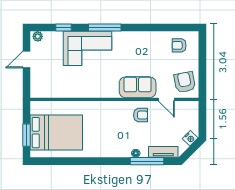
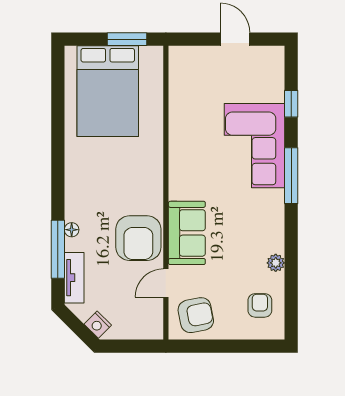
plant: (38, 36) -> (276, 263), moved
armchair: (141, 115) -> (138, 238), width x1.88, depth x1.88
window: (26, 135) -> (127, 39), moved

